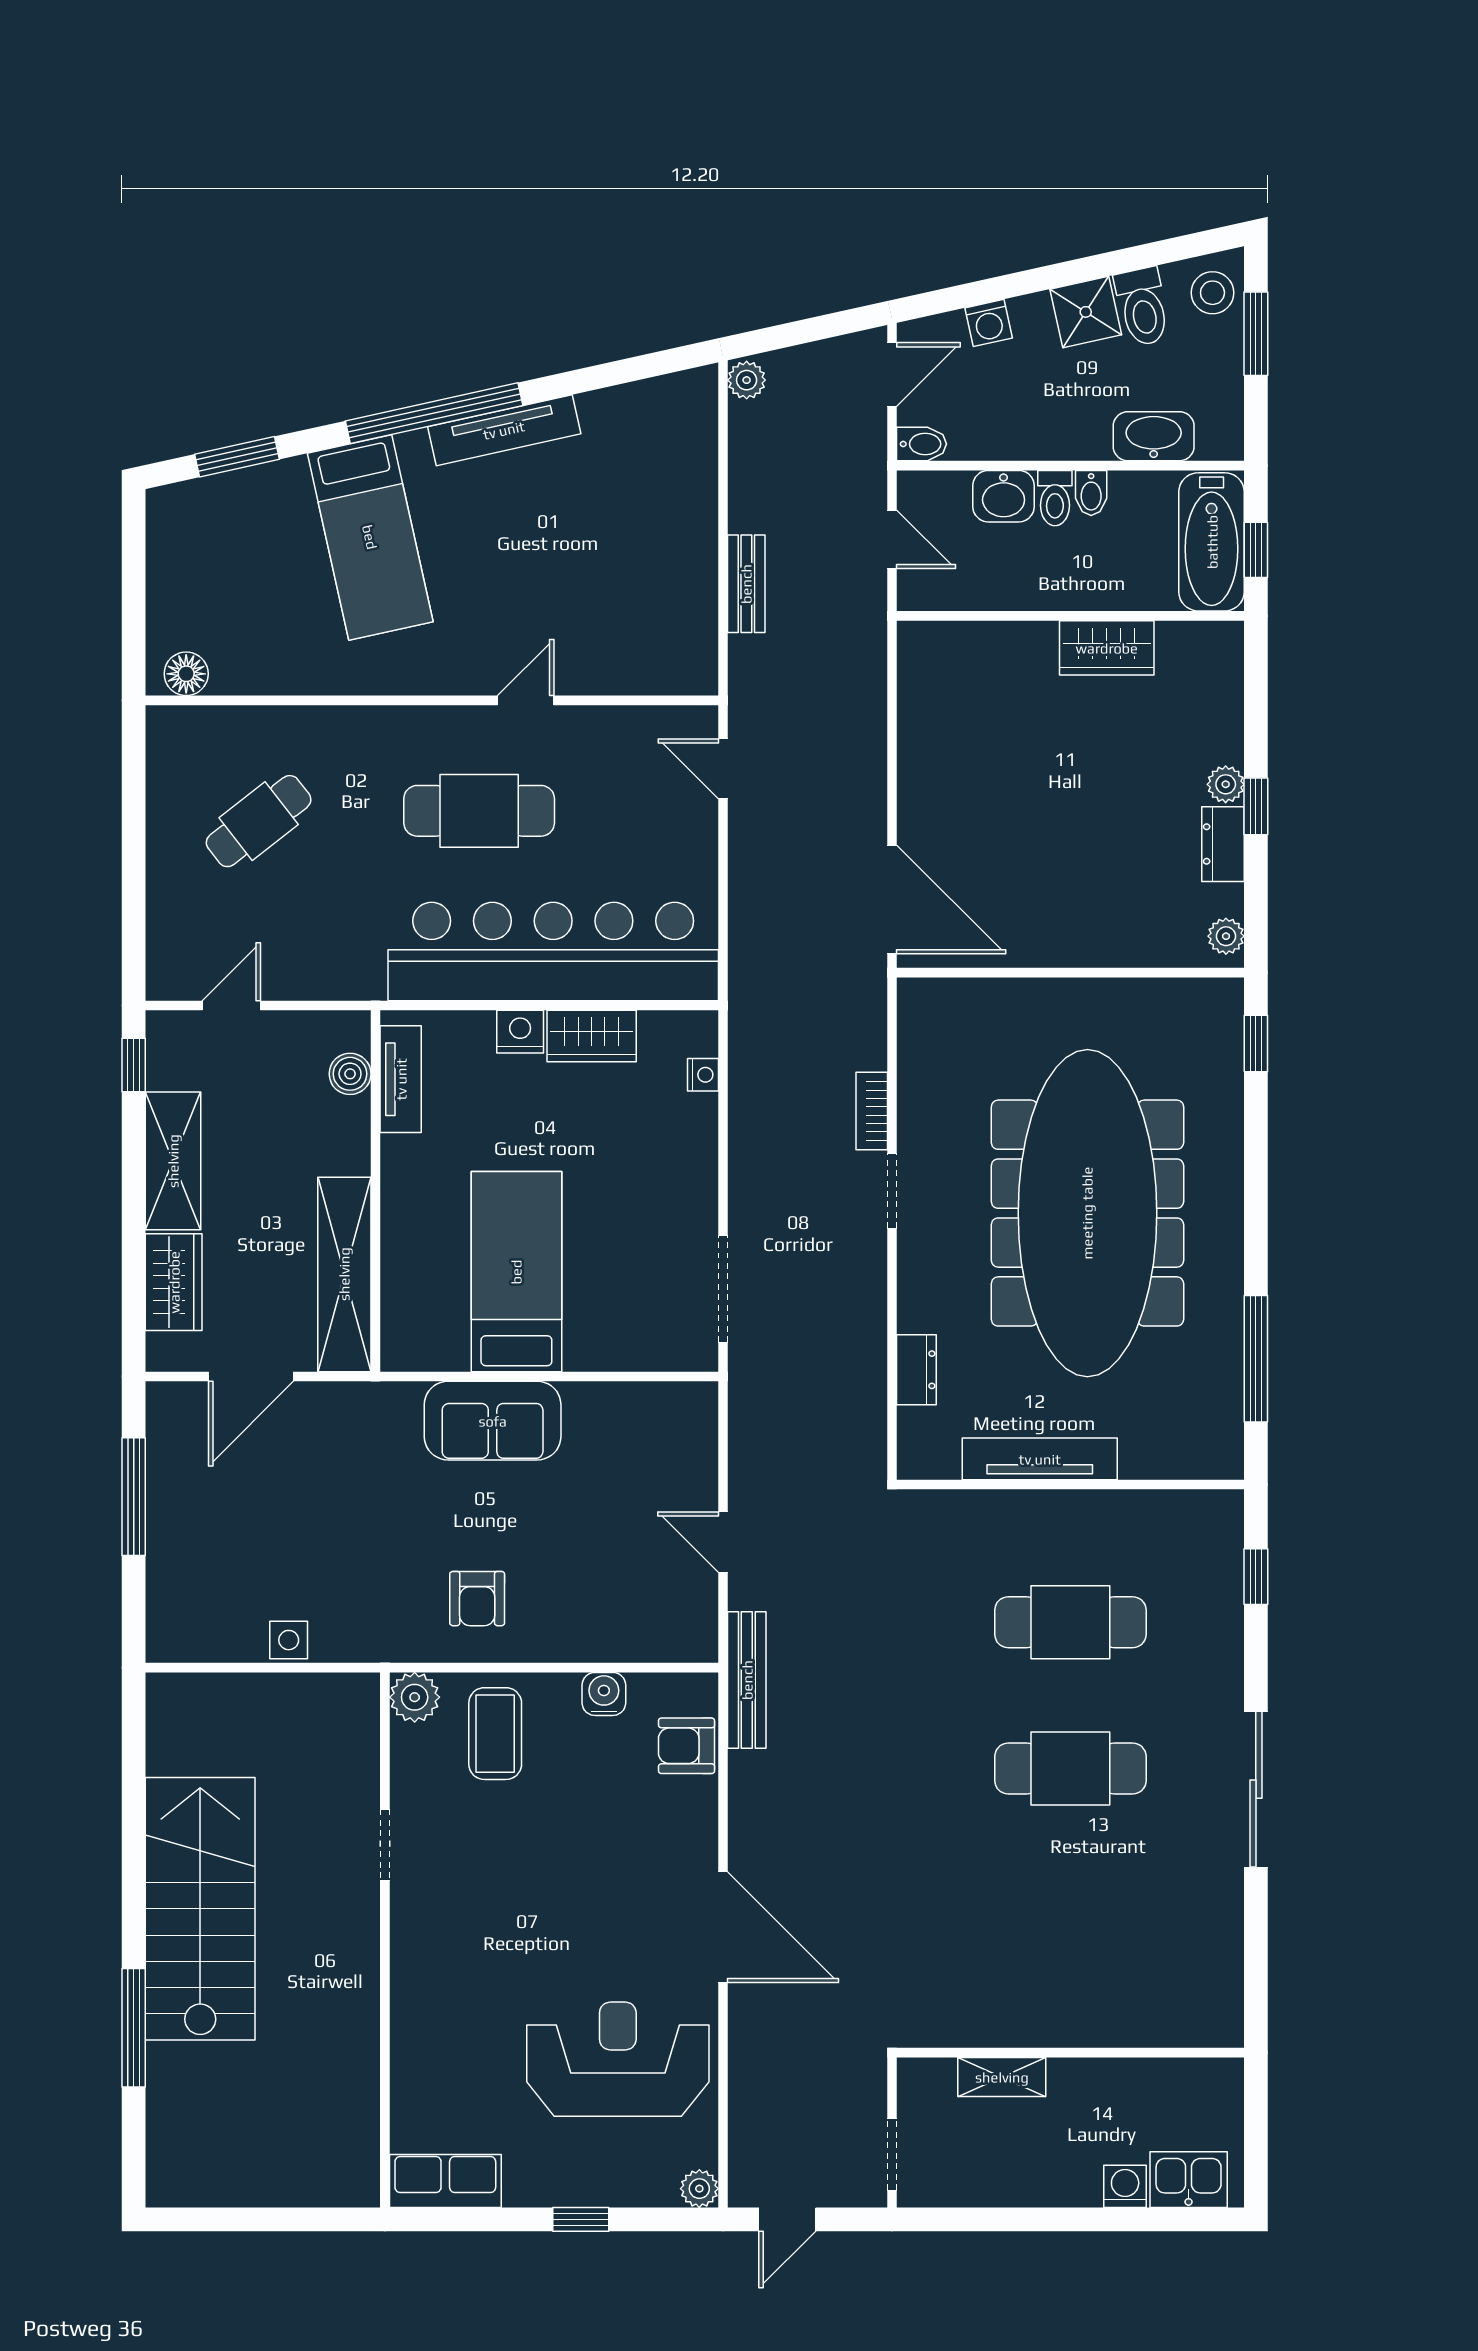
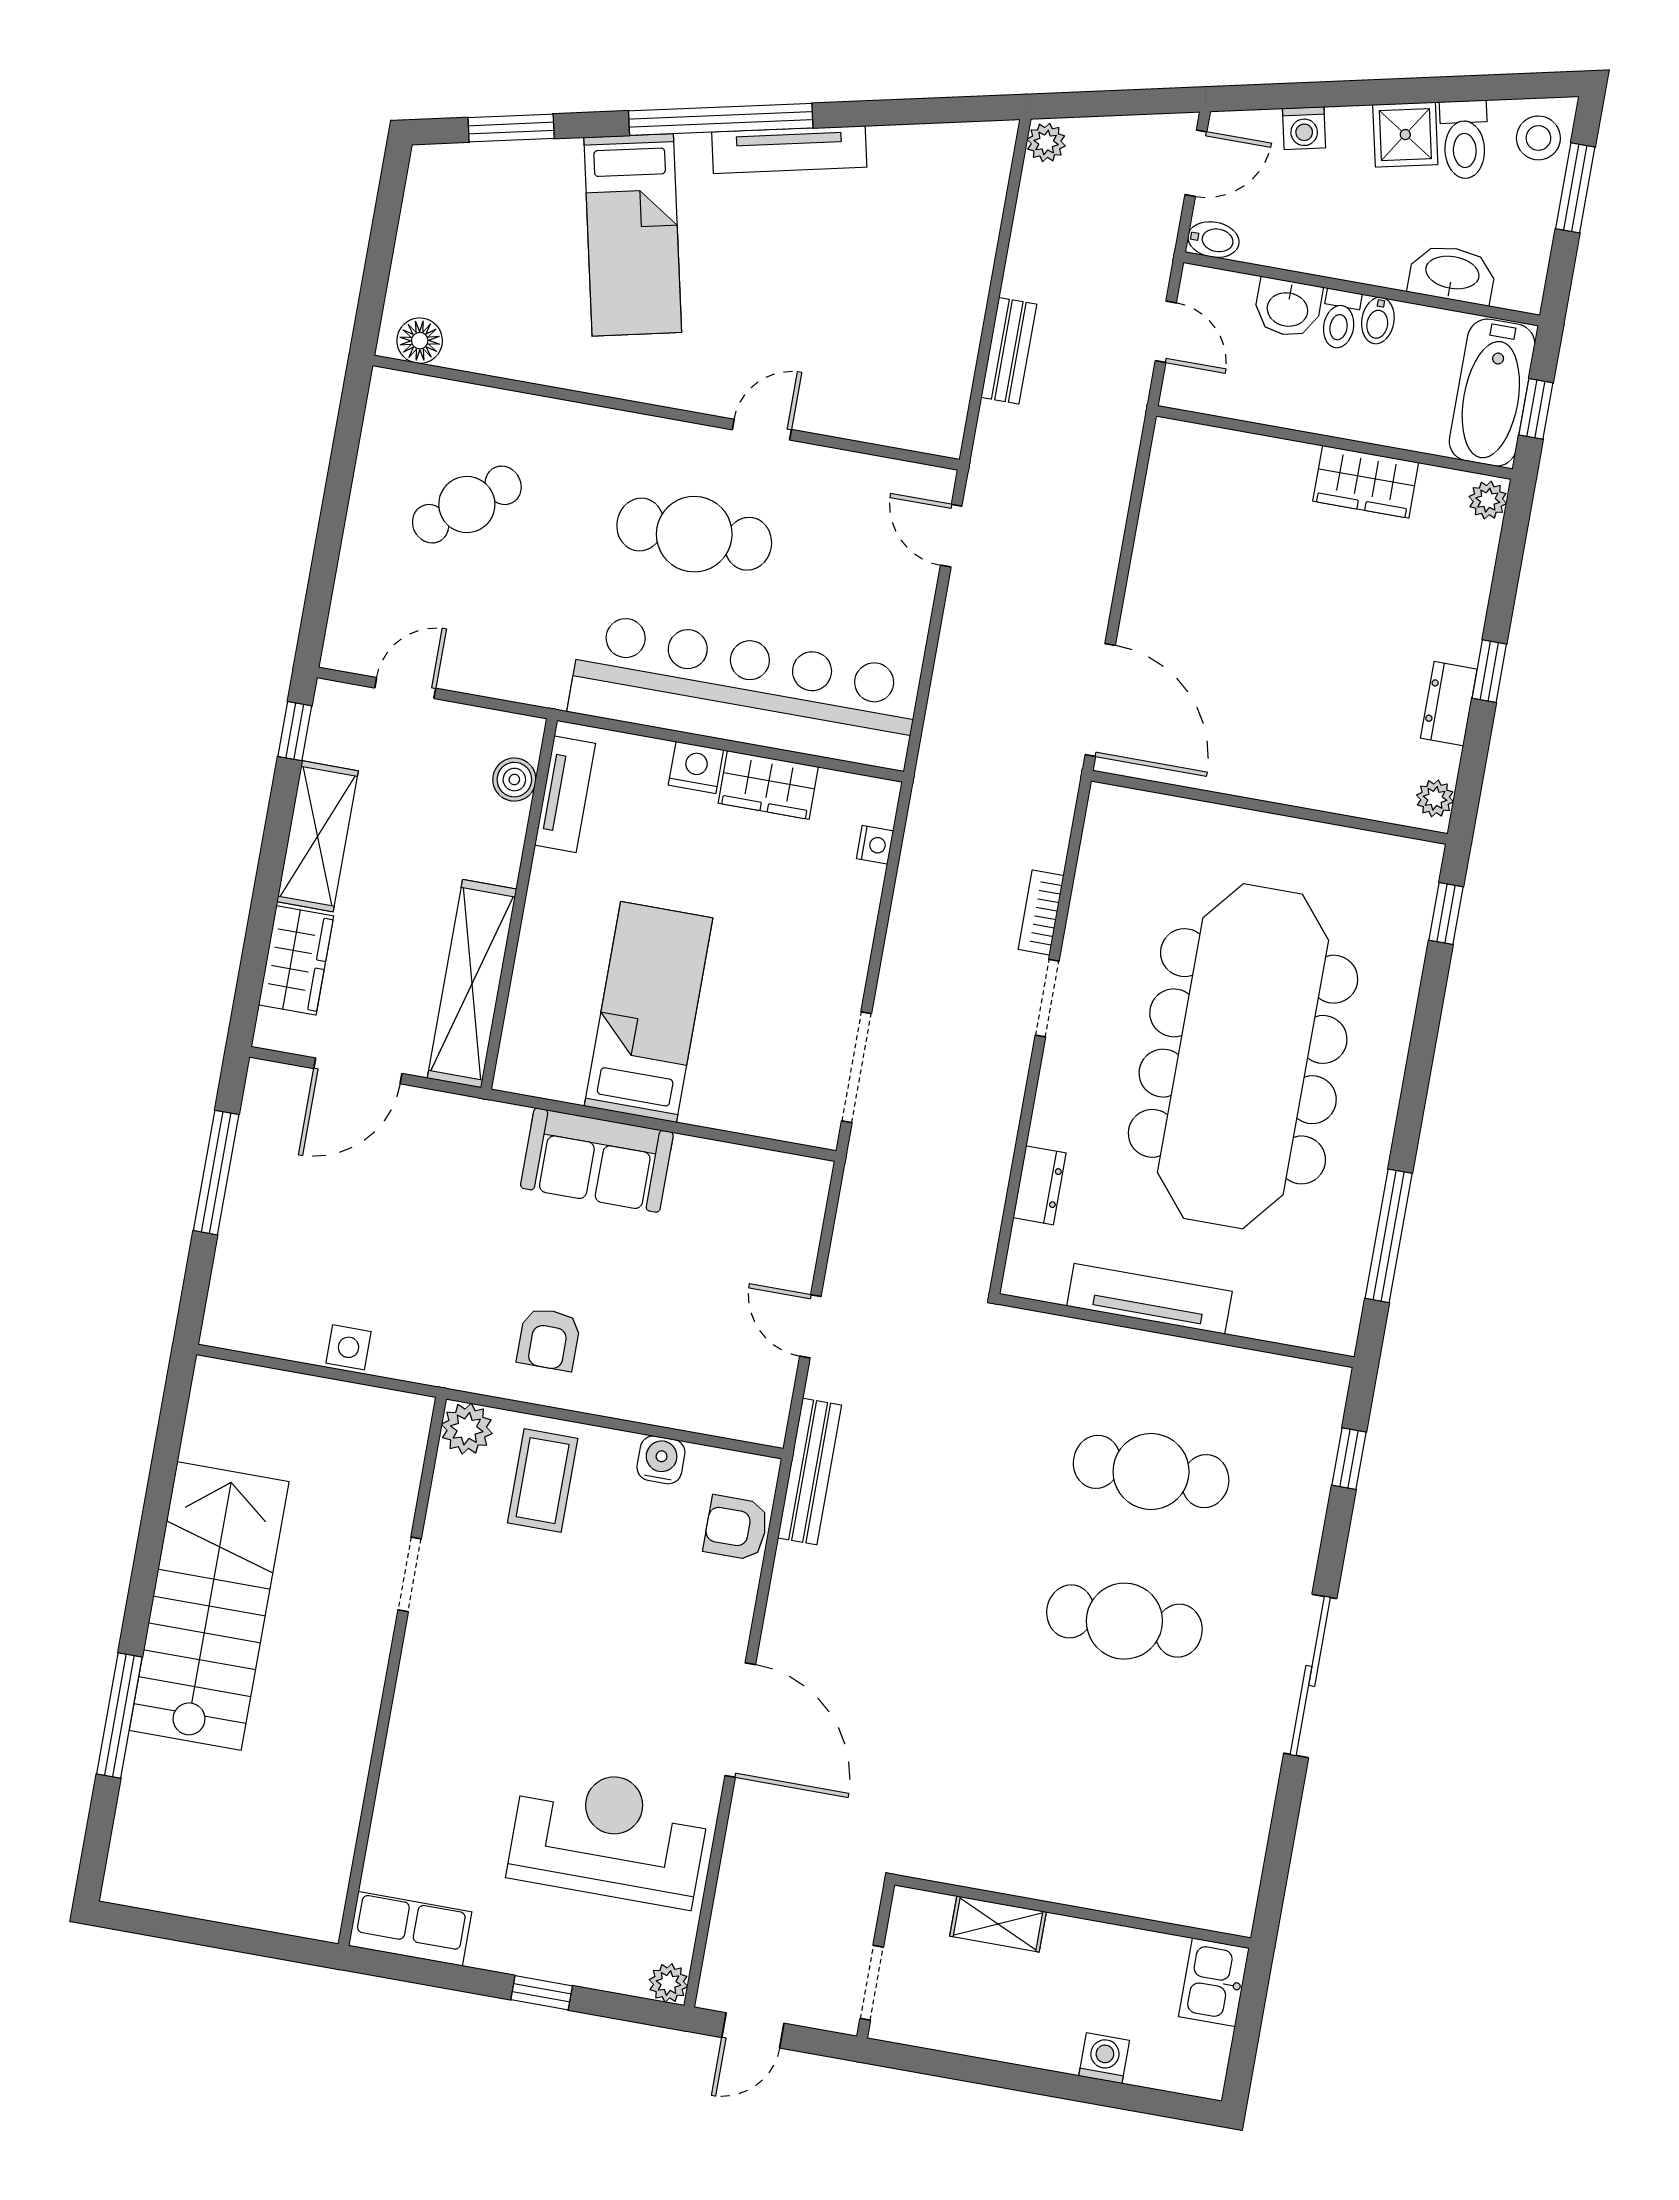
plant: (1226, 784) -> (1488, 500), moved
kitchen sink: (1189, 2180) -> (1214, 1982), moved, turned -90

